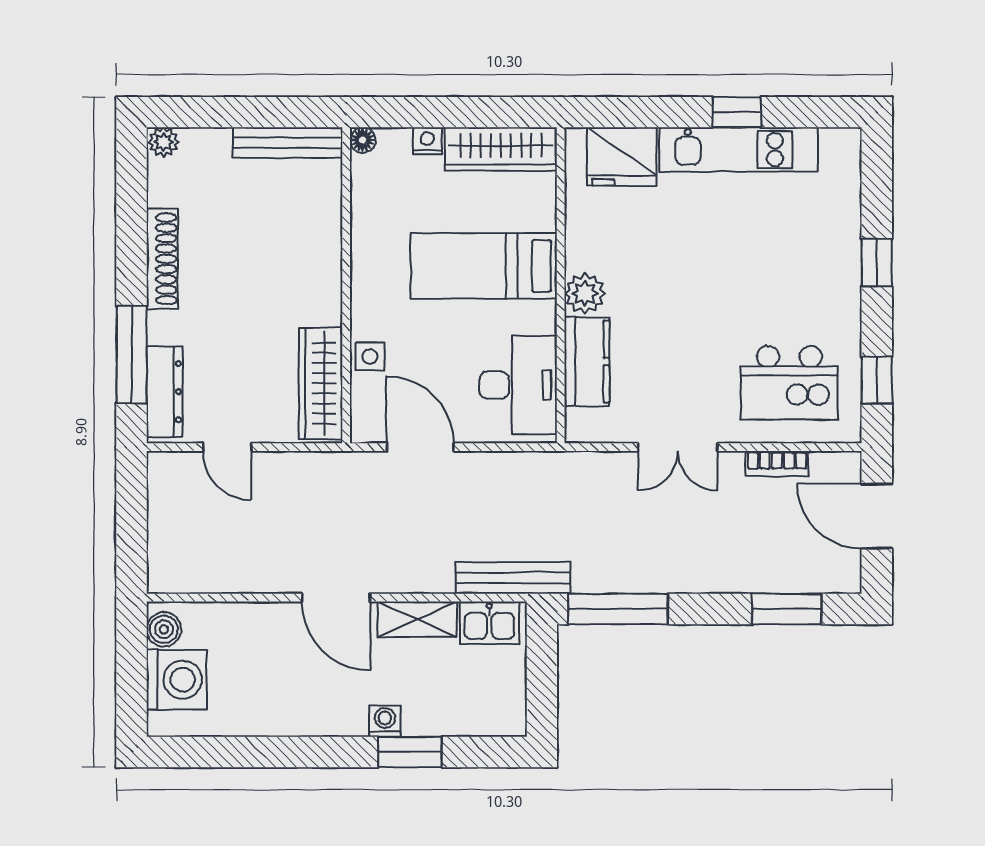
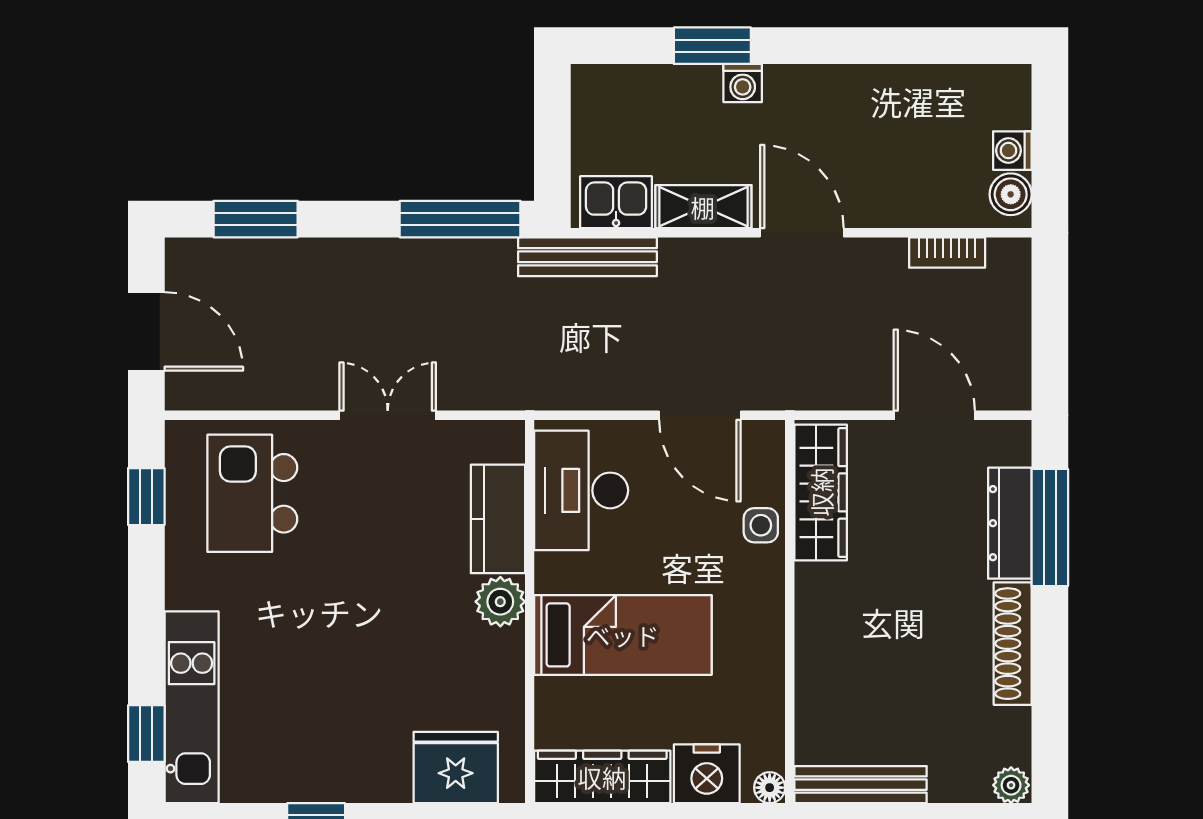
nightstand: (427, 141) -> (707, 774), width x1.89, depth x1.79
kitchen unit: (738, 149) -> (192, 707), moved, turned 90
window: (877, 263) -> (146, 734), moved
kitchen island: (789, 383) -> (252, 493), turned -90
dresser: (165, 392) -> (1010, 523), moved
door: (227, 447) -> (934, 415), width x1.38
bookcase: (777, 463) -> (947, 252), moved, turned 180
washing machine: (177, 680) -> (1012, 151), width x0.53, depth x0.53

